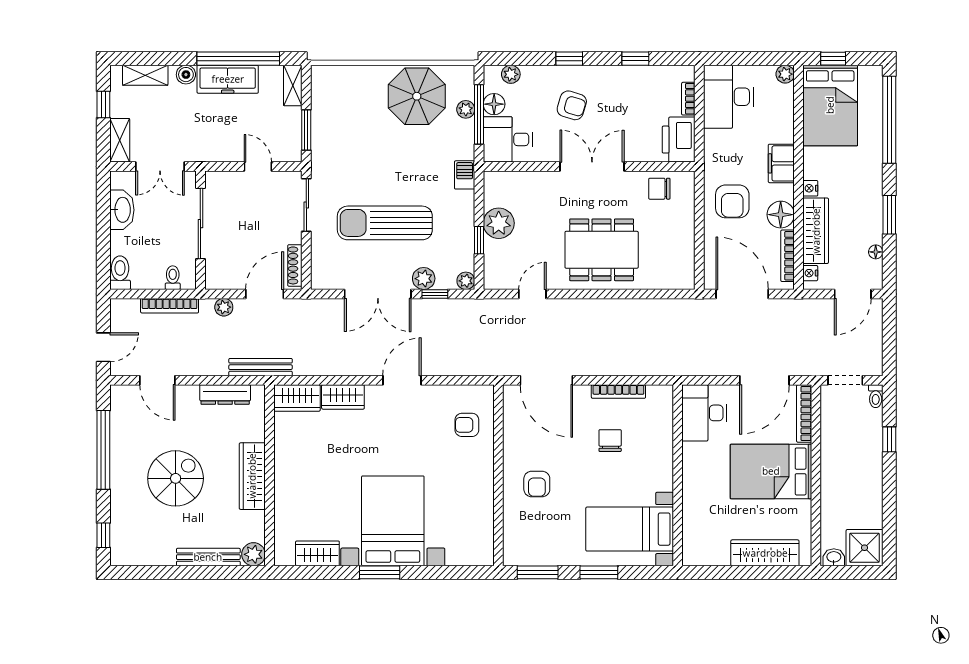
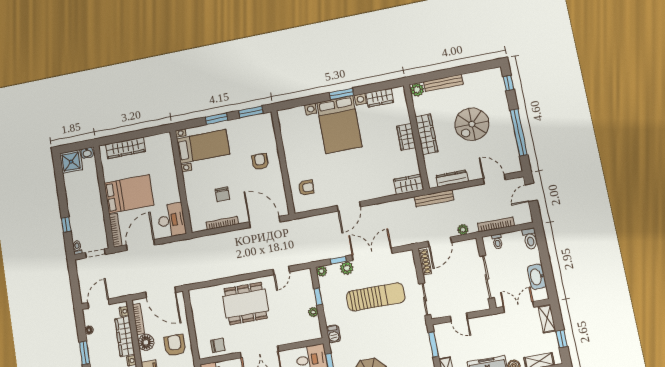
plant: (499, 223) -> (313, 312), width x0.53, depth x0.53
wardrobe: (343, 397) -> (406, 137), moved, turned -90

